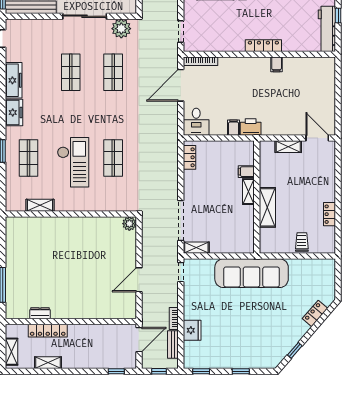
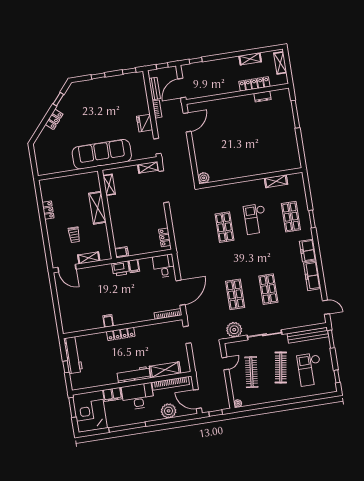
checkout: (73, 162) -> (255, 219), width x0.73, depth x0.83
filing cabinet: (246, 172) -> (121, 252), moved
shelving: (248, 192) -> (109, 185), moved
trolley: (302, 242) -> (74, 235), moved
door: (139, 280) -> (187, 122), moved
locker: (315, 313) -> (54, 119), moved
fridge: (192, 330) -> (145, 123), moved

